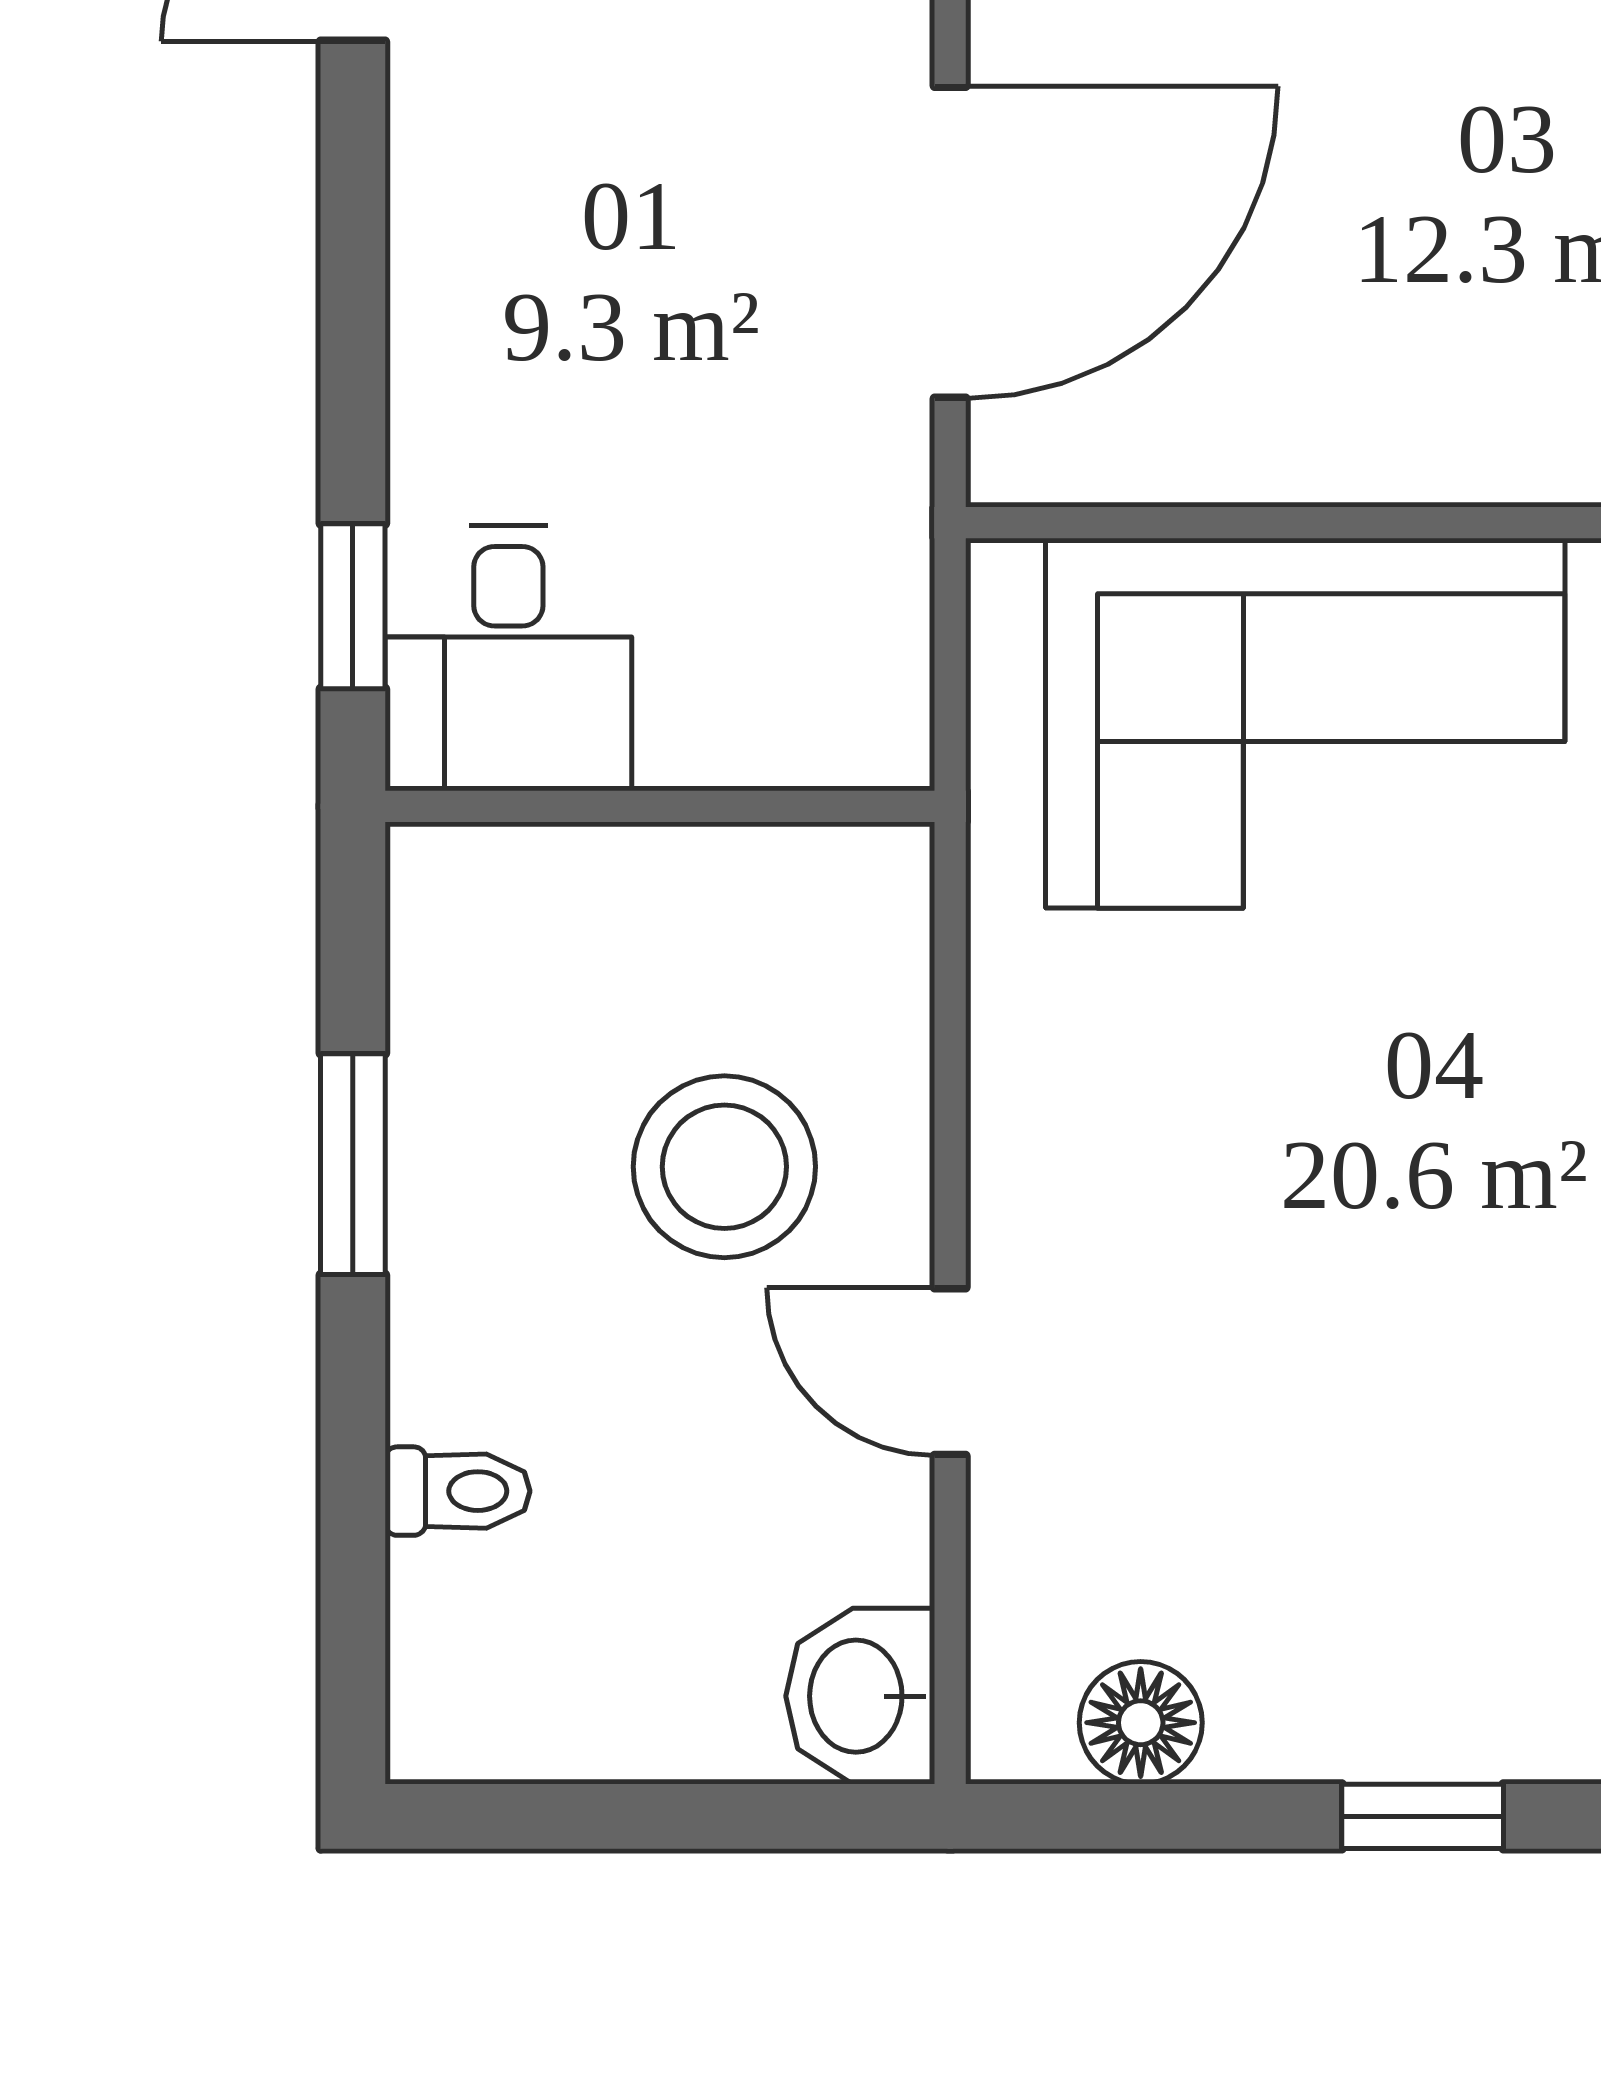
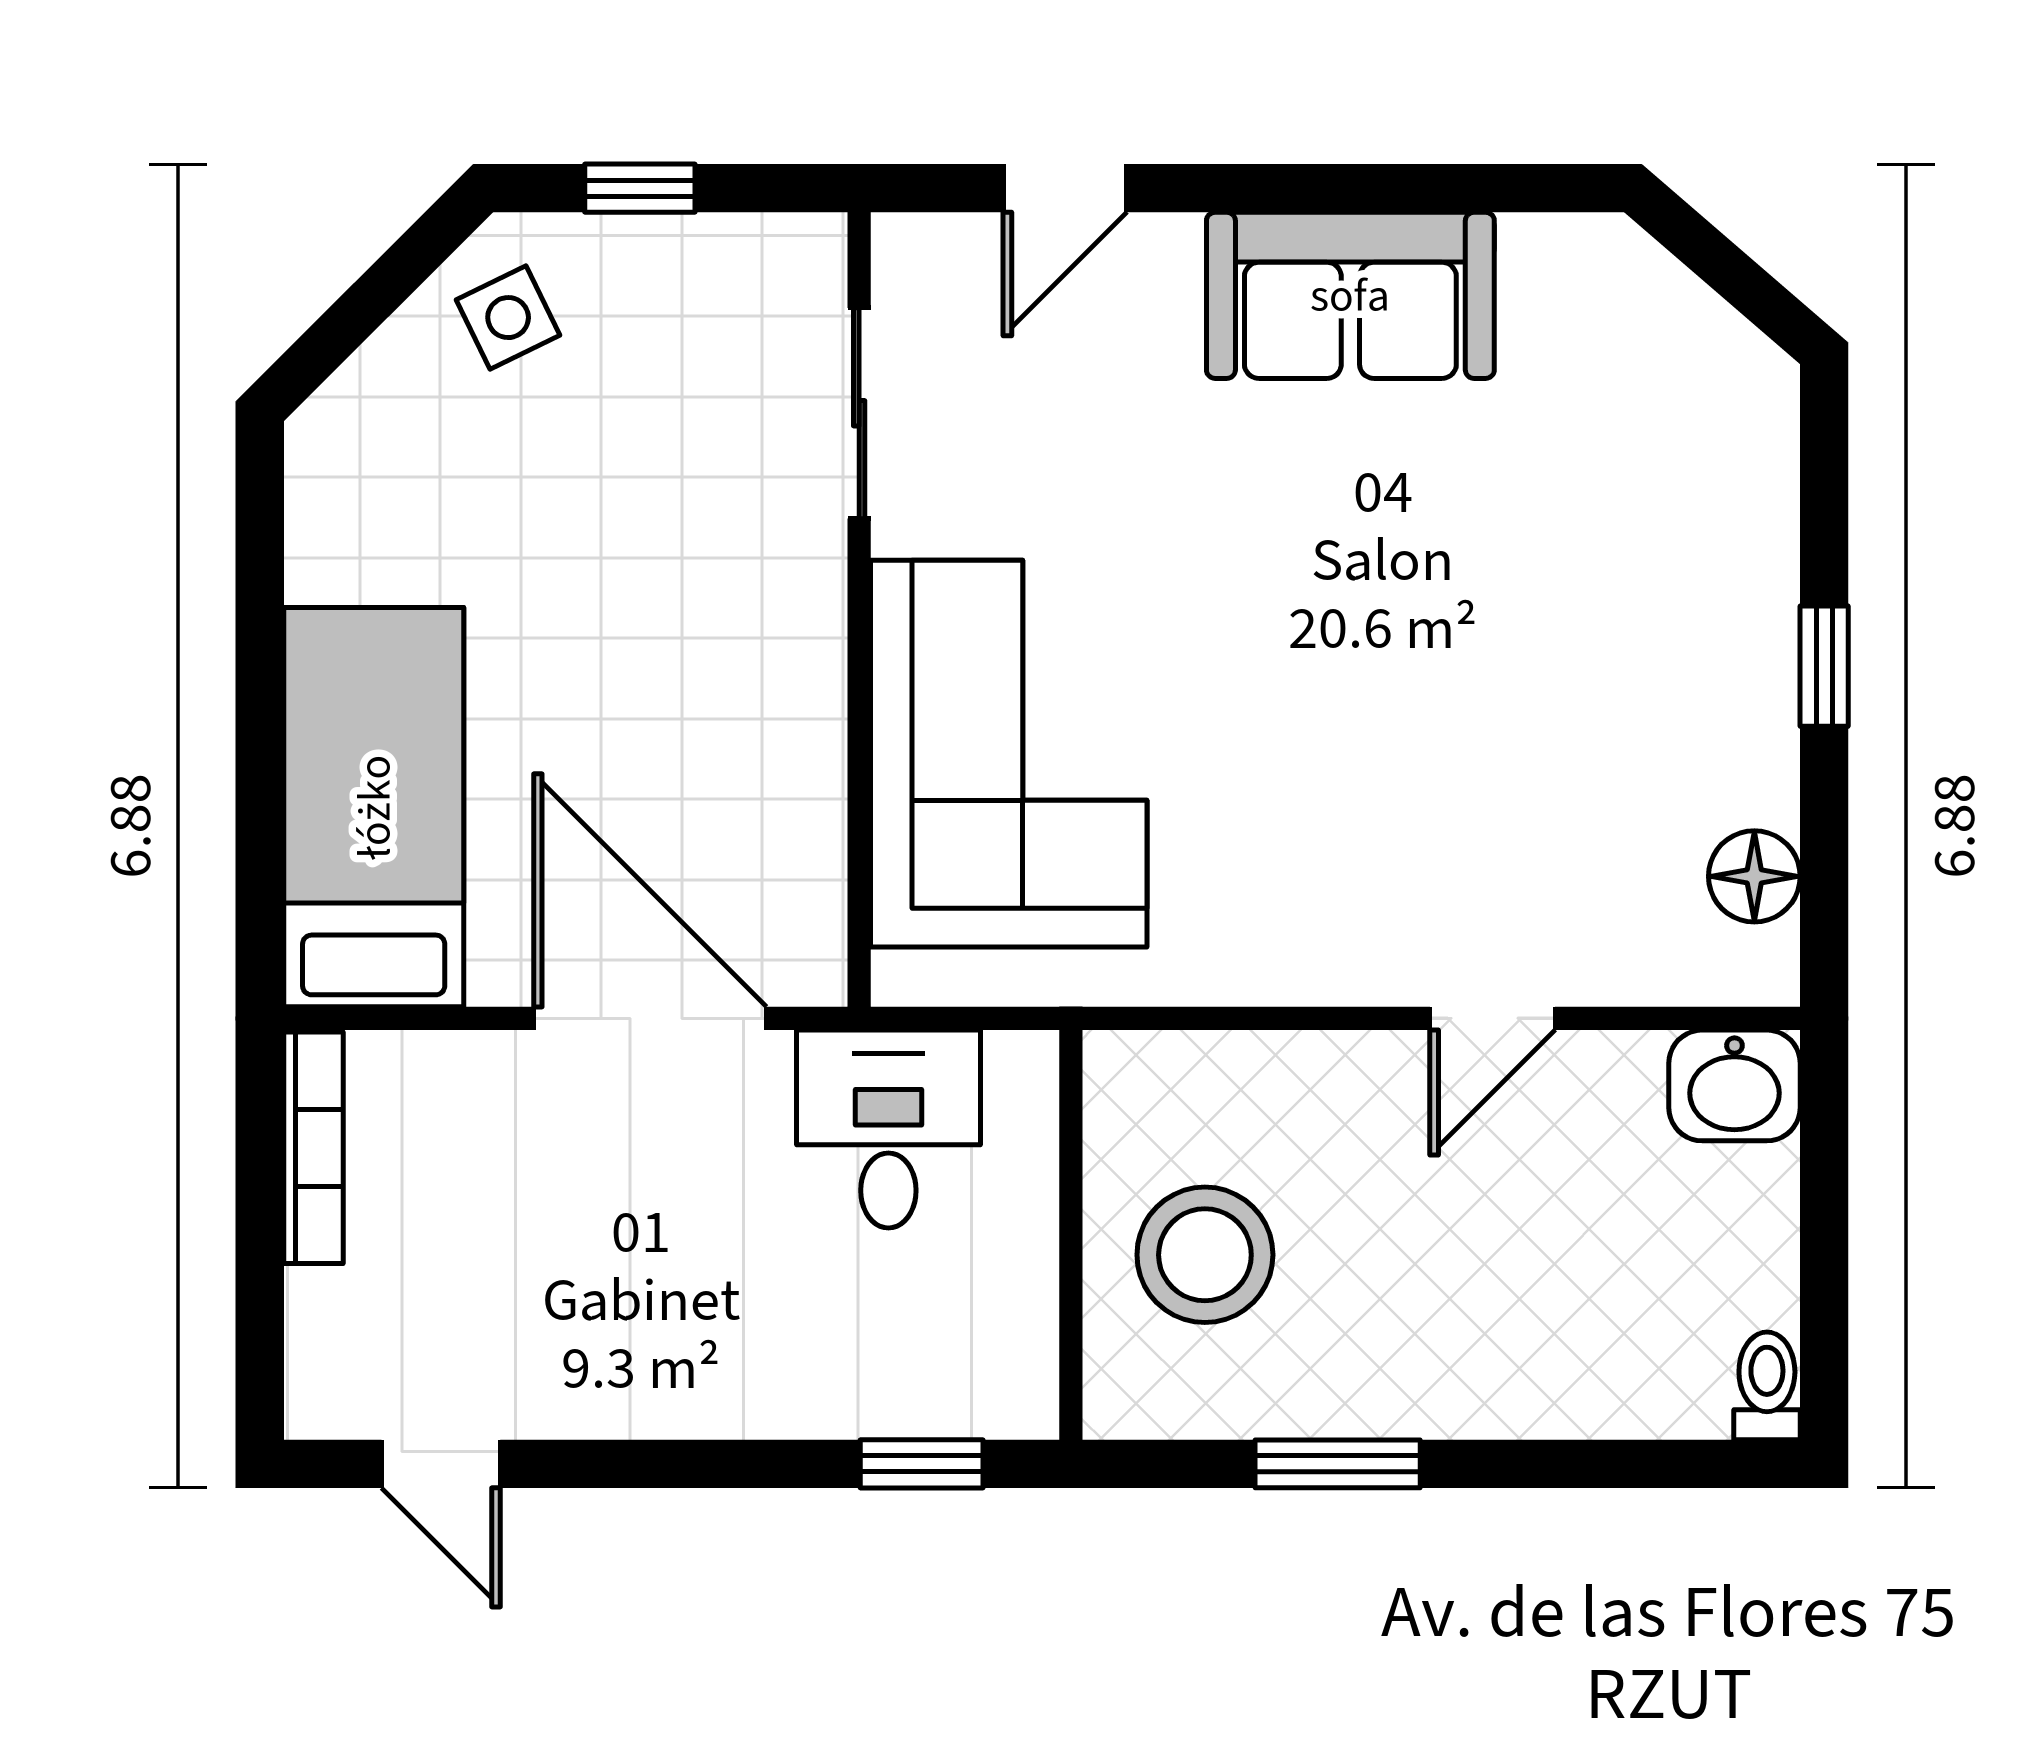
desk: (508, 658) -> (888, 1129), moved, turned -90
stool: (724, 1167) -> (1205, 1255), moved
toilet: (458, 1491) -> (1767, 1386), moved

